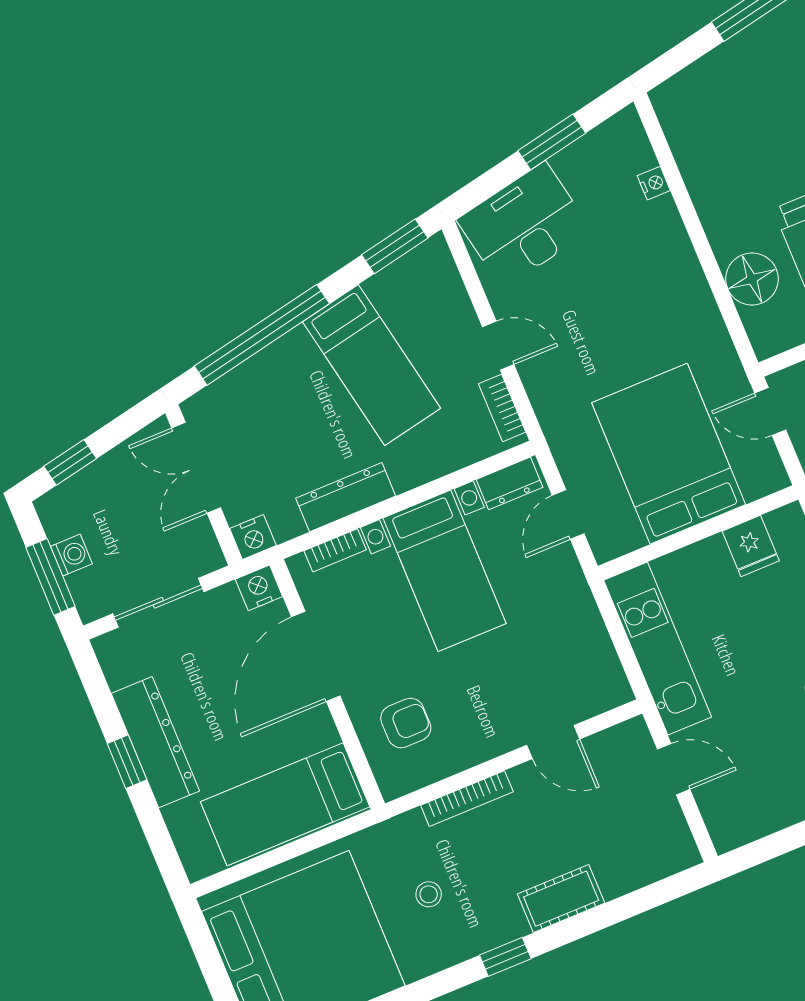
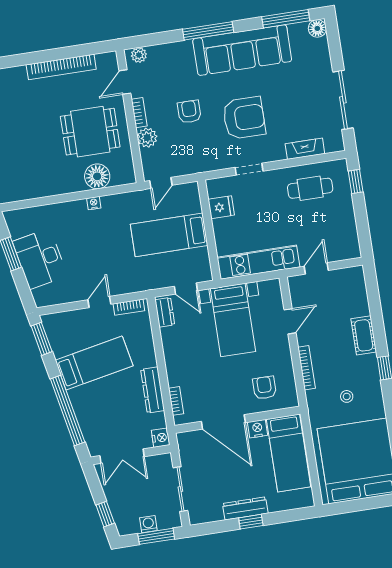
nightstand: (654, 183) -> (94, 203), moved
desk: (524, 225) -> (40, 259), moved
bed: (669, 454) -> (169, 235), width x0.67
bed with nightstands: (444, 571) -> (233, 320), moved, turned 90
nightstand: (259, 588) -> (257, 429), moved, turned 90
dresser: (155, 742) -> (245, 508), width x0.73, depth x0.80

